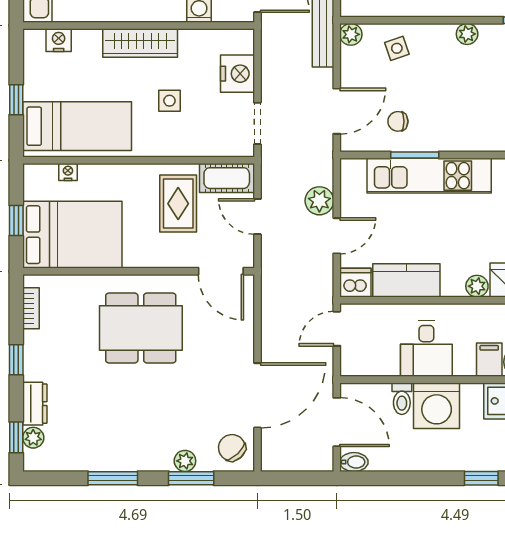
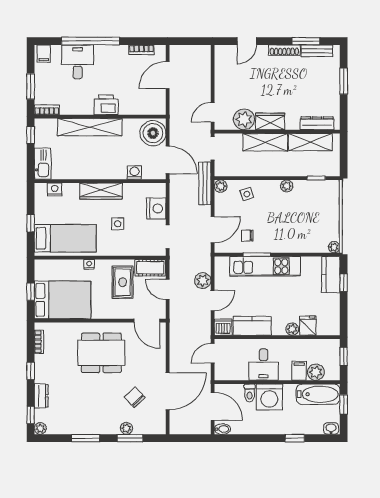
nightstand: (68, 172) -> (89, 264), moved
plant: (33, 438) -> (40, 428), moved
chair: (232, 448) -> (135, 397), moved

